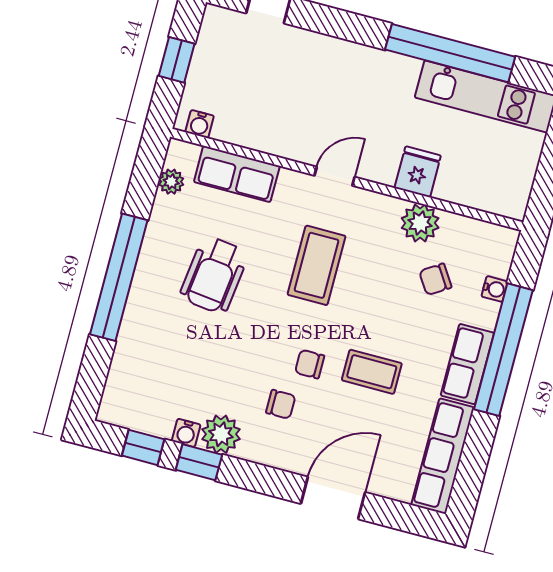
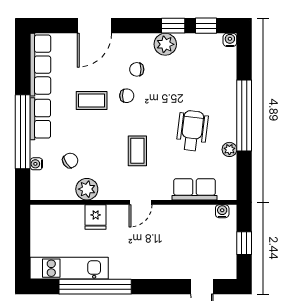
plant: (171, 182) -> (229, 149), moved
coffee table: (317, 265) -> (137, 151), width x0.73, depth x0.77
water cooler: (186, 433) -> (230, 40), moved

